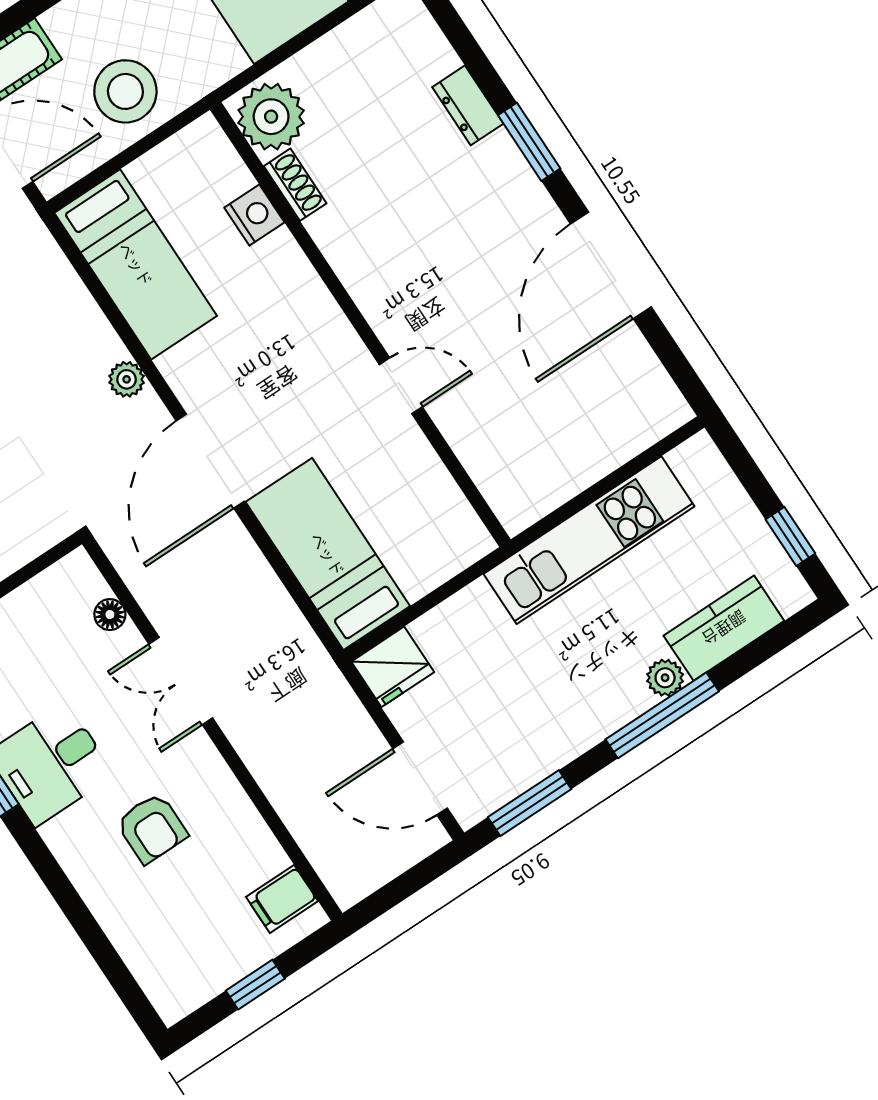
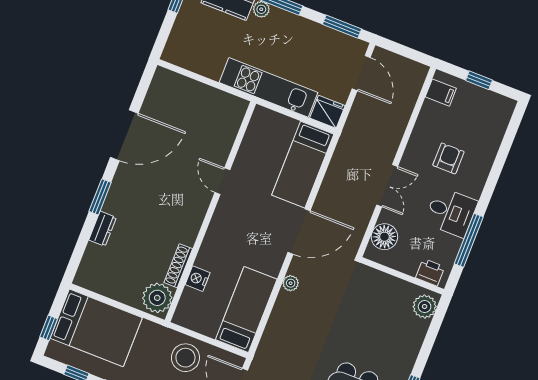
shoe rack: (295, 185) -> (178, 266), width x1.43
kitchen unit: (589, 540) -> (269, 87), moved
floor lamp: (110, 615) -> (384, 237), width x1.89, depth x1.89

